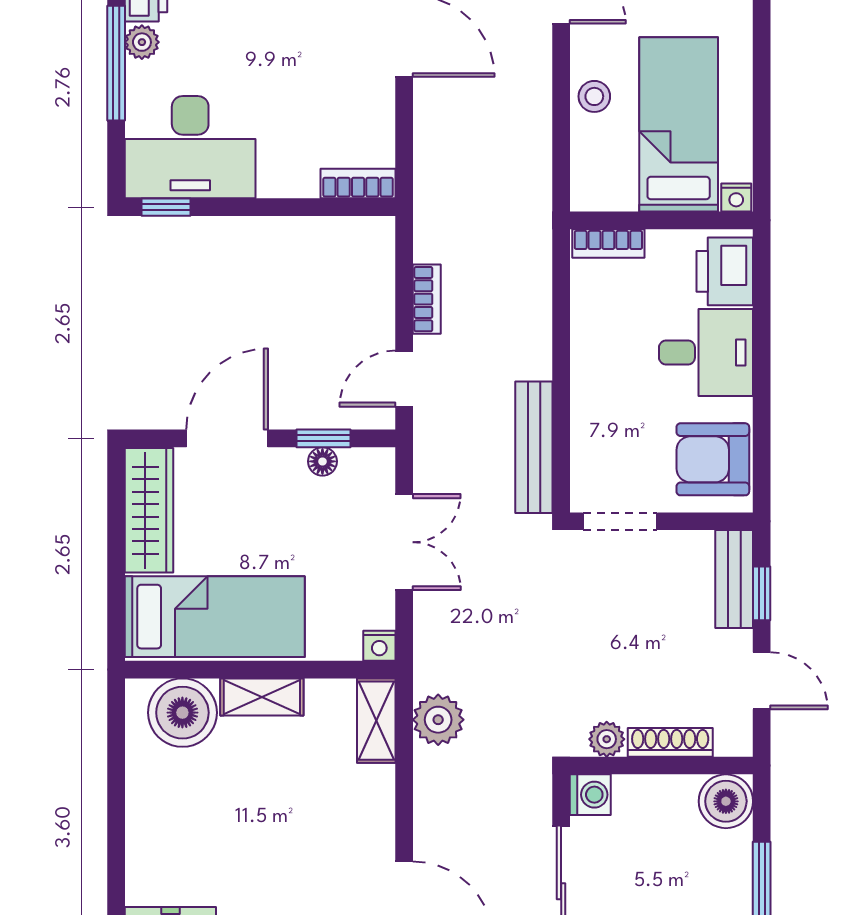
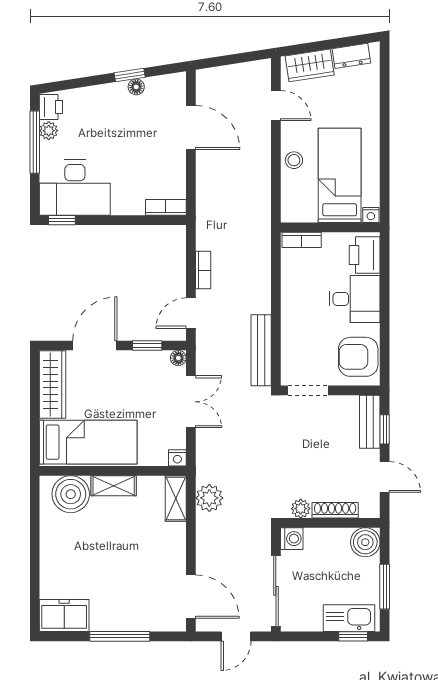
floor lamp: (322, 461) -> (178, 358), moved

